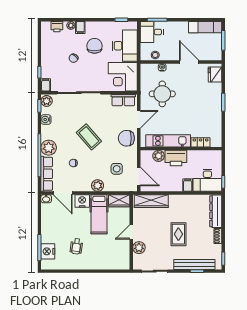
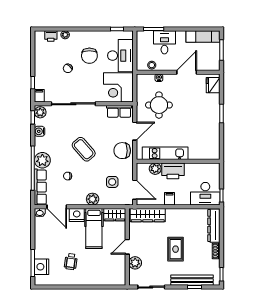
filing cabinet: (80, 28) -> (75, 37), removed
desk: (152, 32) -> (164, 42), moved, turned 90
chair: (95, 46) -> (89, 56), turned 180
door: (189, 62) -> (187, 72), hinge flipped
locker: (201, 142) -> (198, 155), removed
filing cabinet: (188, 185) -> (169, 199), moved

